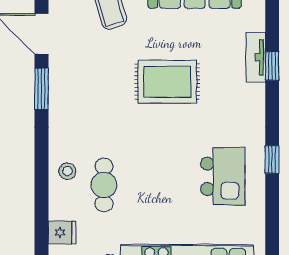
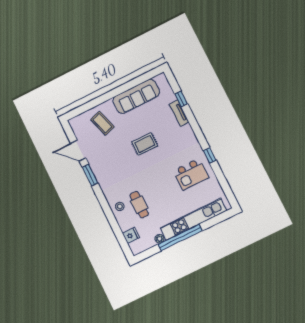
window: (272, 66) -> (181, 99), moved
rug: (167, 82) -> (145, 144), width x0.73, depth x0.70
kitchen island: (223, 176) -> (191, 174), turned 90

